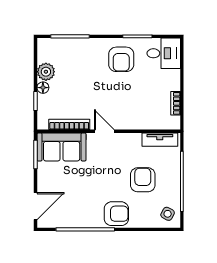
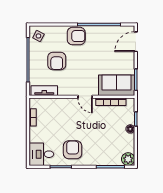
plant: (46, 72) -> (128, 159), moved
armchair: (116, 214) -> (76, 36), turned 180

